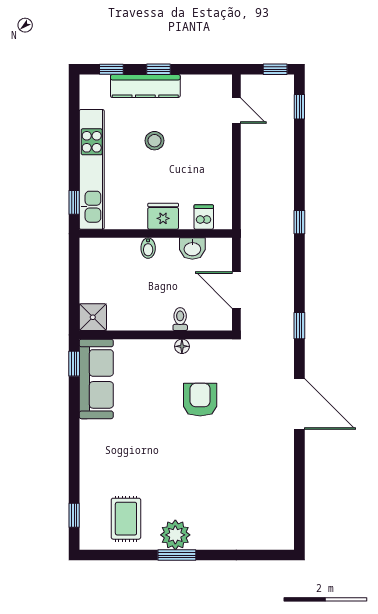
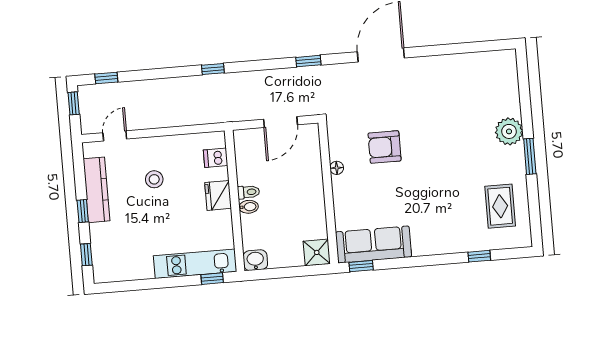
kitchen counter: (145, 86) -> (96, 190), moved
stool: (154, 141) -> (154, 179), moved
kitchen unit: (92, 169) -> (195, 264), width x0.73
washbasin: (192, 249) -> (255, 260), moved, turned -90
toilet: (180, 319) -> (249, 192), moved, turned 180
window: (74, 515) -> (479, 256), moved
rug: (126, 519) -> (500, 206), turned 90
plant: (175, 535) -> (509, 131), moved

